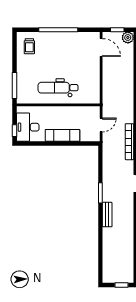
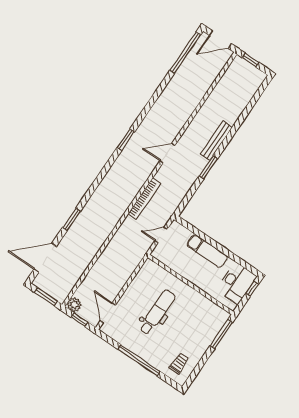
dental chair: (58, 88) -> (157, 312), moved, turned -90
bench: (107, 215) -> (216, 141), width x1.36

